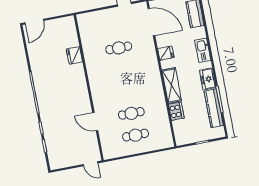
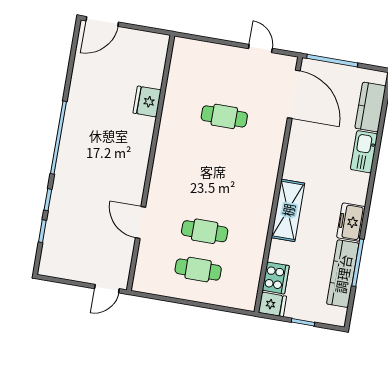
kitchen sink: (203, 50) -> (364, 152), moved
fridge: (166, 53) -> (272, 304), moved
cooker: (176, 111) -> (276, 278), moved
door: (91, 164) -> (107, 289), hinge flipped

